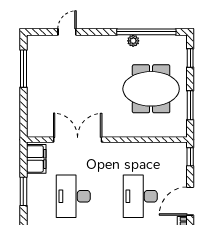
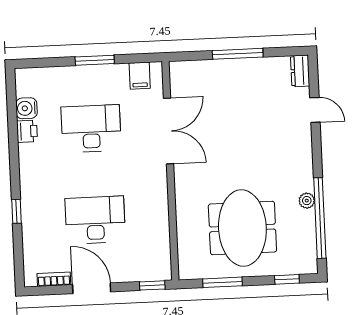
dresser: (38, 41) -> (300, 71), added
window: (23, 69) -> (238, 54), moved
filing cabinet: (36, 159) -> (140, 76), width x0.50

